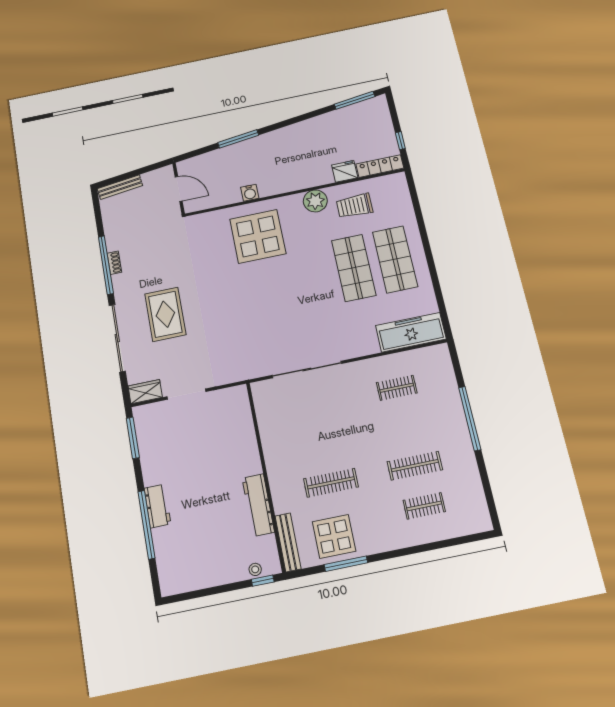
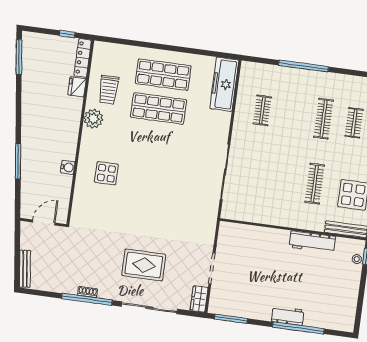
display table: (258, 236) -> (106, 173), width x0.54, depth x0.54

